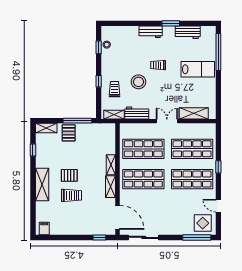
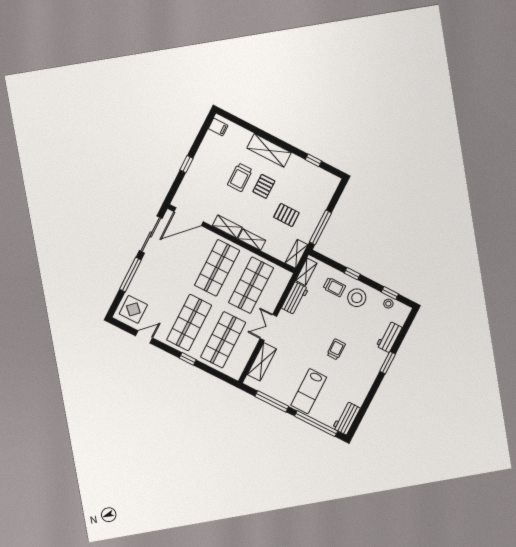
window: (171, 23) -> (388, 363), moved
workbench: (151, 32) -> (389, 337), moved
workbench: (188, 32) -> (346, 418), moved
stool: (139, 82) -> (357, 298), moved
window: (218, 92) -> (272, 401), added
double door: (167, 121) -> (268, 327), swing flipped
shelving: (46, 128) -> (296, 254), moved
pallet: (69, 133) -> (286, 215), moved
window: (99, 237) -> (186, 164), moved
window: (197, 237) -> (130, 275), moved

